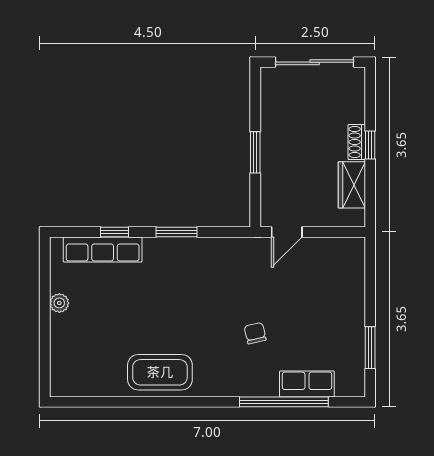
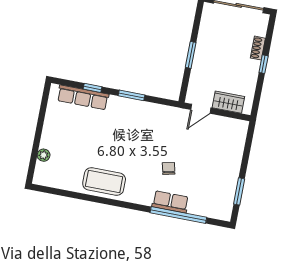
shoe rack: (357, 142) -> (258, 48), moved
wardrobe: (352, 185) -> (228, 102), moved, turned 90
plant: (59, 303) -> (44, 155), moved
row of seats: (307, 384) -> (170, 202), moved

